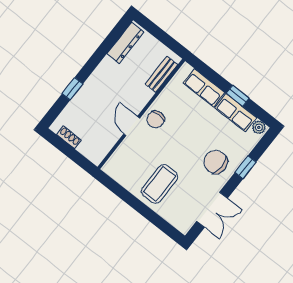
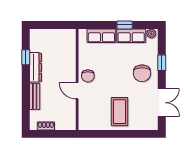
dresser: (125, 43) -> (36, 67), moved
bench: (161, 74) -> (35, 96), moved
window: (72, 89) -> (26, 57), moved
chair: (216, 162) -> (142, 73), turned -90

